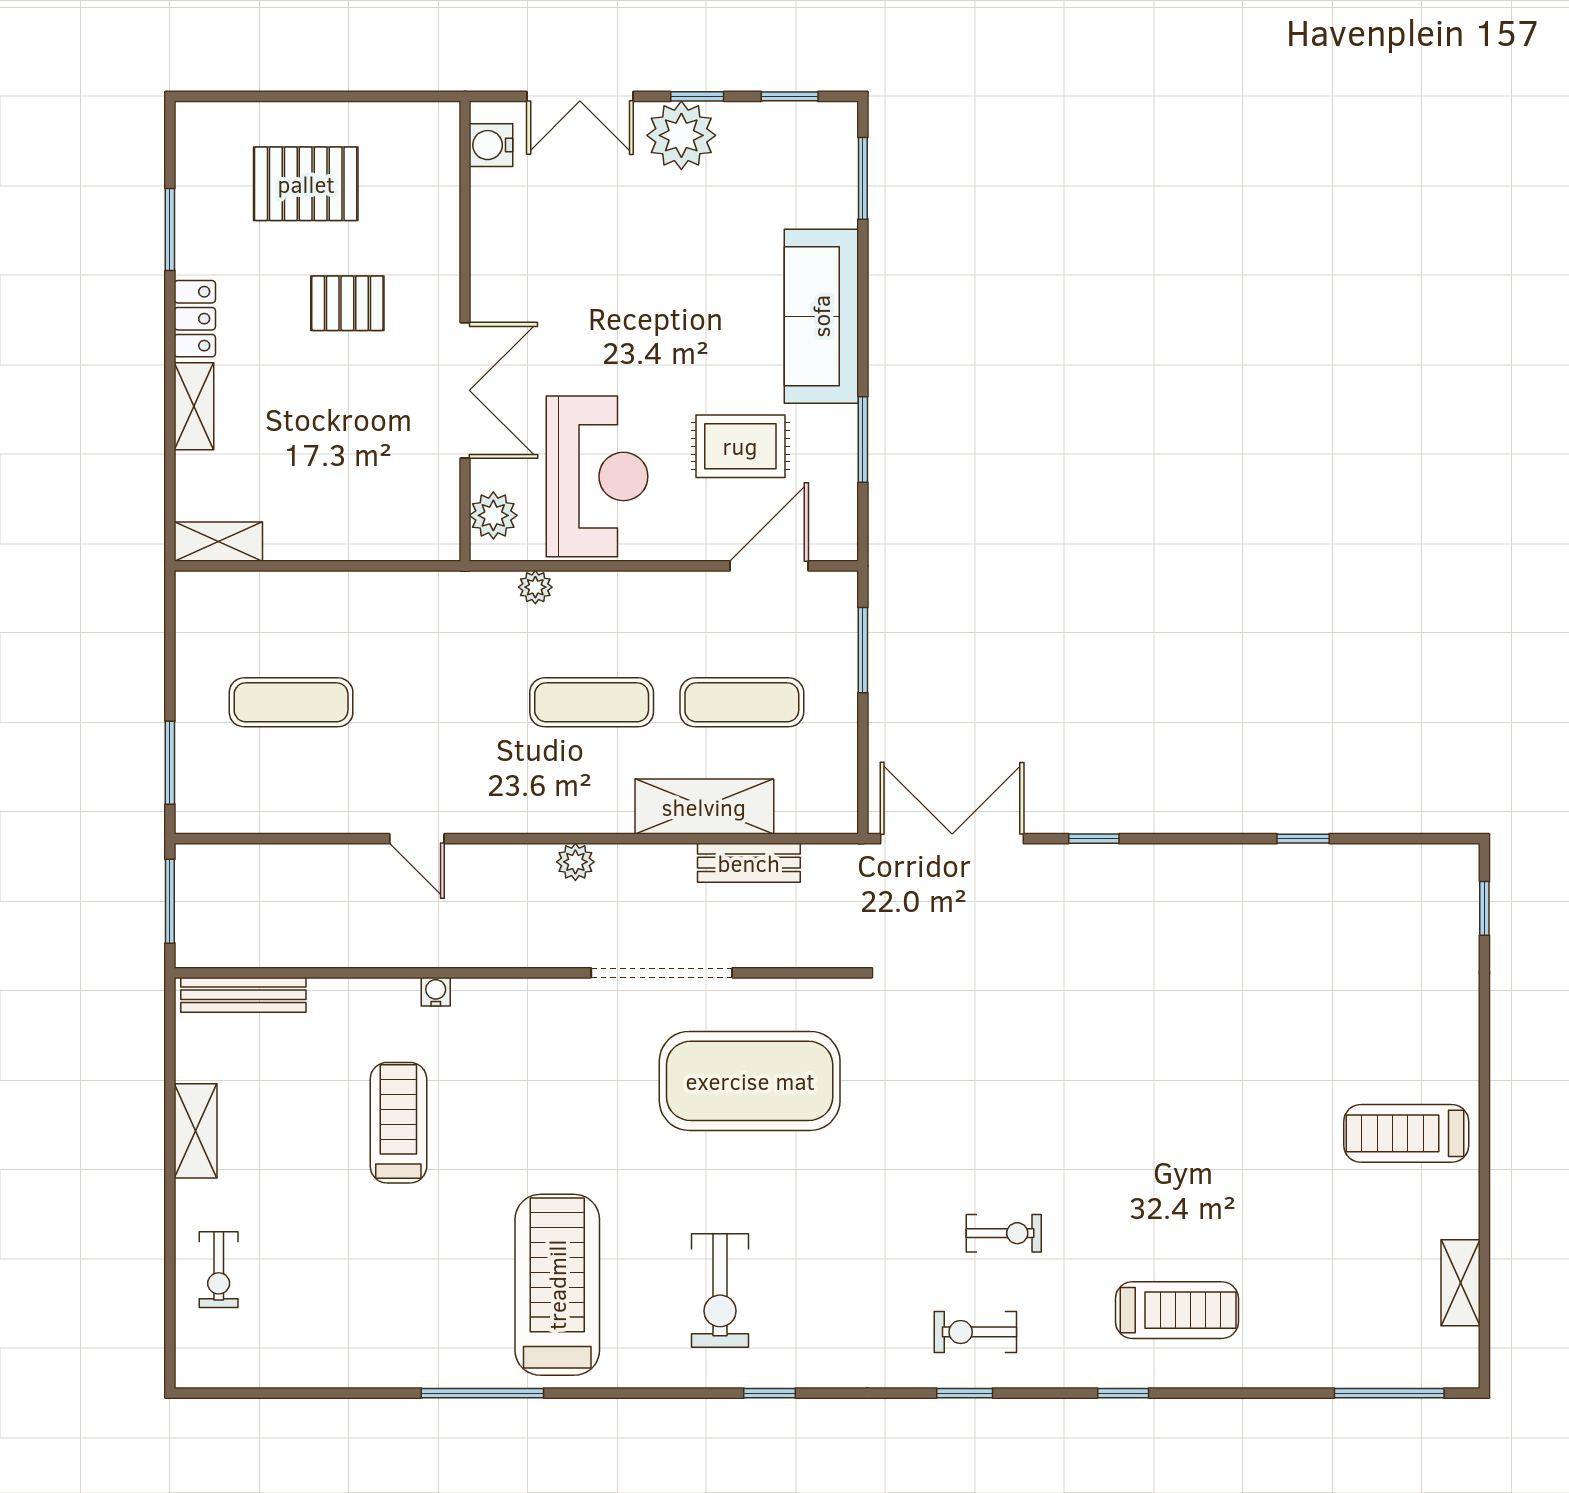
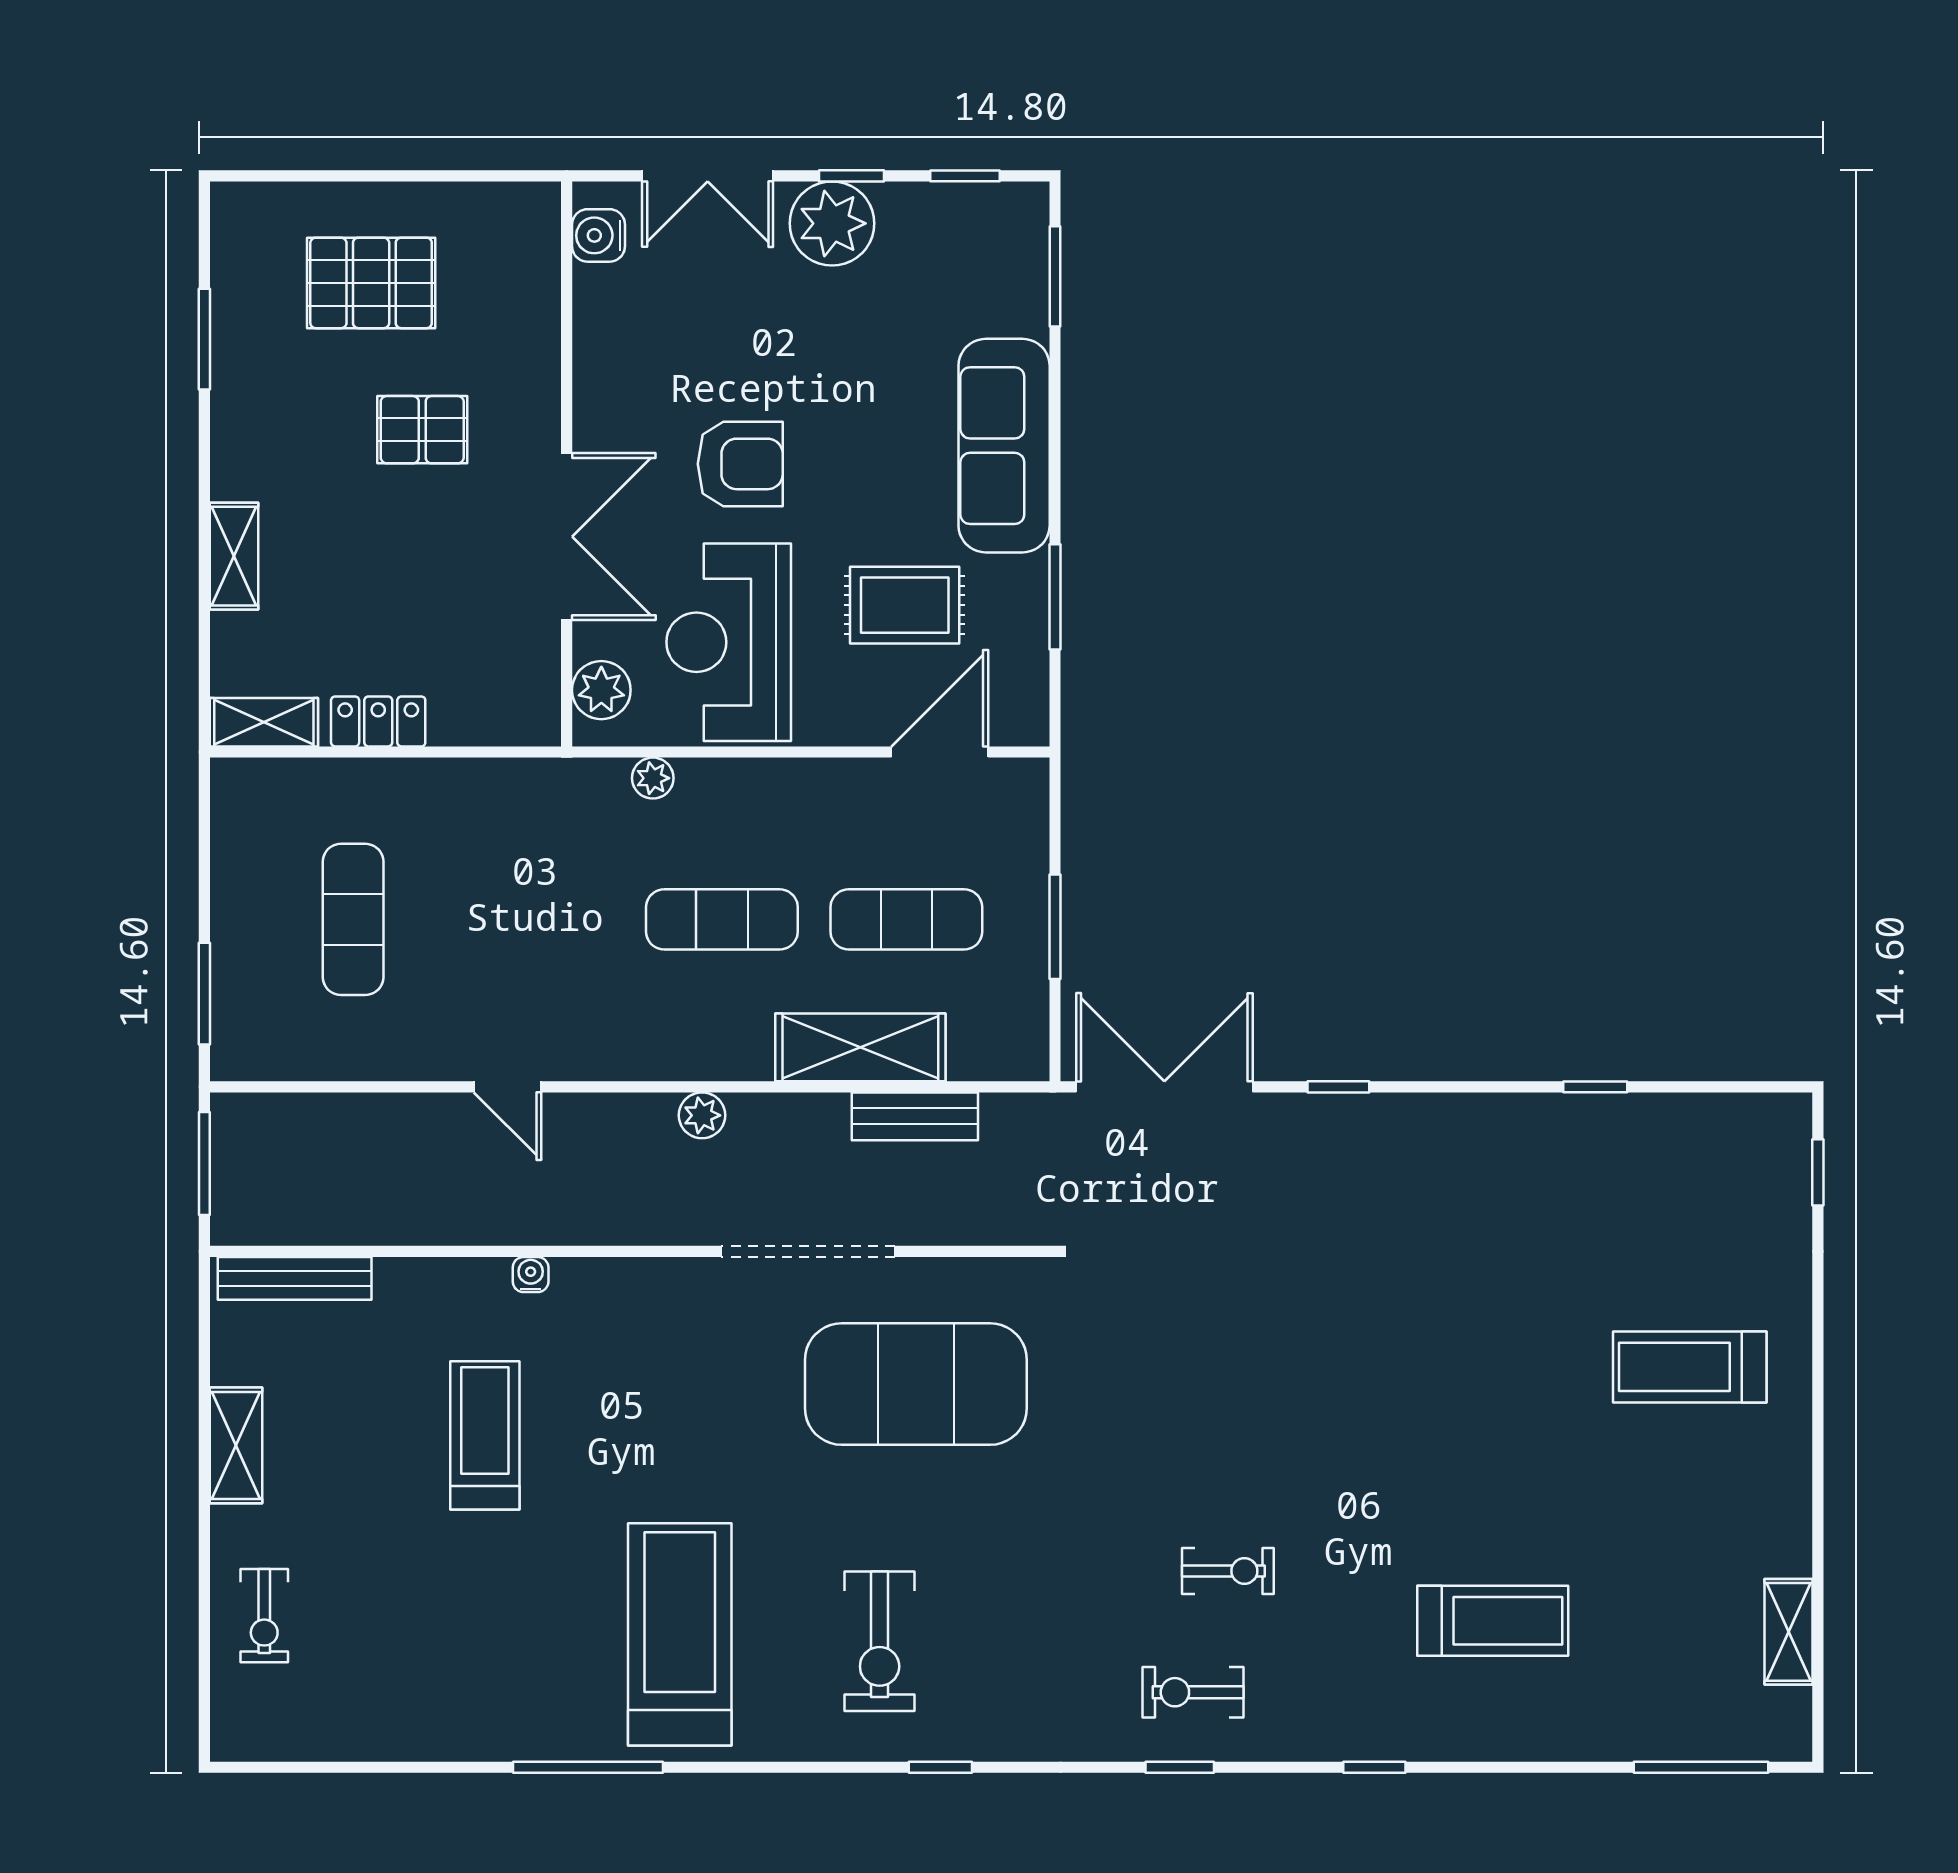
locker: (195, 319) -> (378, 721), moved, turned -90
armchair: (606, 331) -> (740, 464), added
reception desk: (597, 476) -> (729, 642), turned 180
window: (863, 650) -> (1055, 927), moved
exercise mat: (291, 702) -> (353, 919), turned 90
treadmill: (1406, 1133) -> (1690, 1367), moved
treadmill: (1177, 1310) -> (1493, 1621), moved

